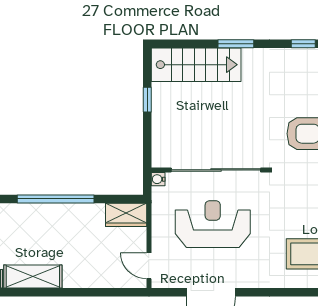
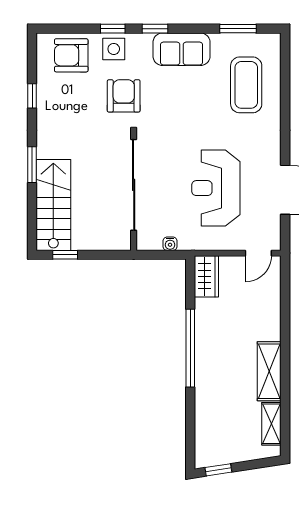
window: (147, 100) -> (65, 255), moved
wall: (209, 170) -> (134, 192), moved
sliding door: (216, 170) -> (134, 185), moved

